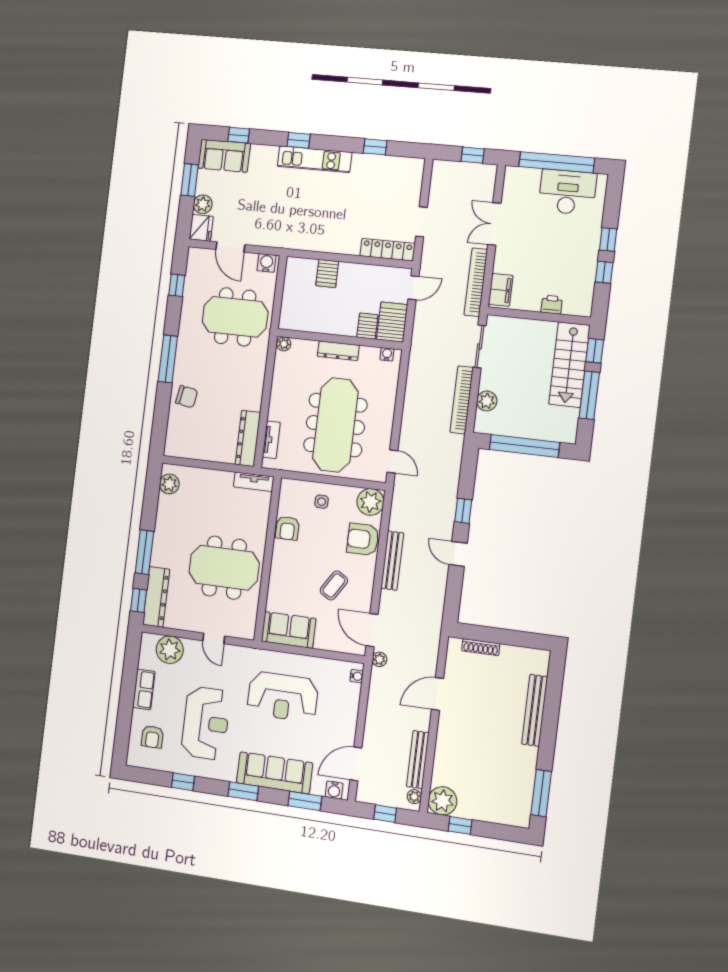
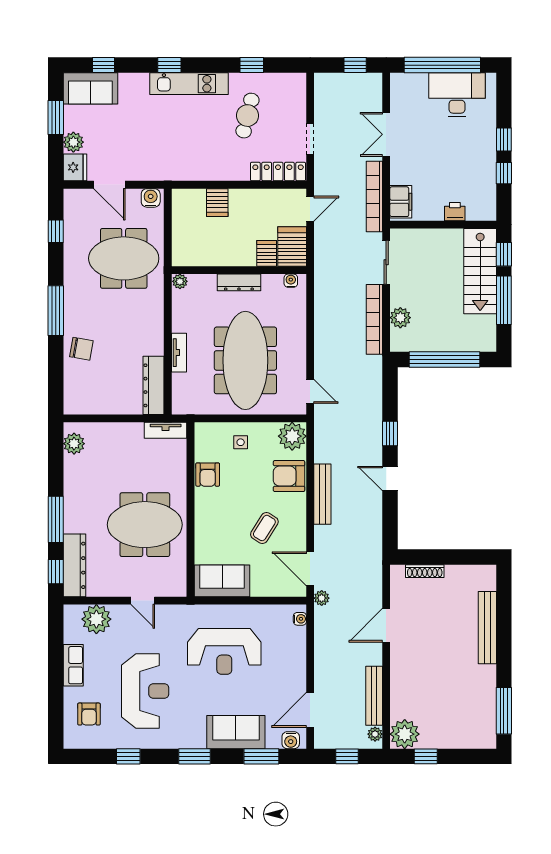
cafe table: (365, 194) -> (247, 116), added
tv unit: (271, 440) -> (179, 353), moved
sofa: (275, 773) -> (236, 732), width x0.73

